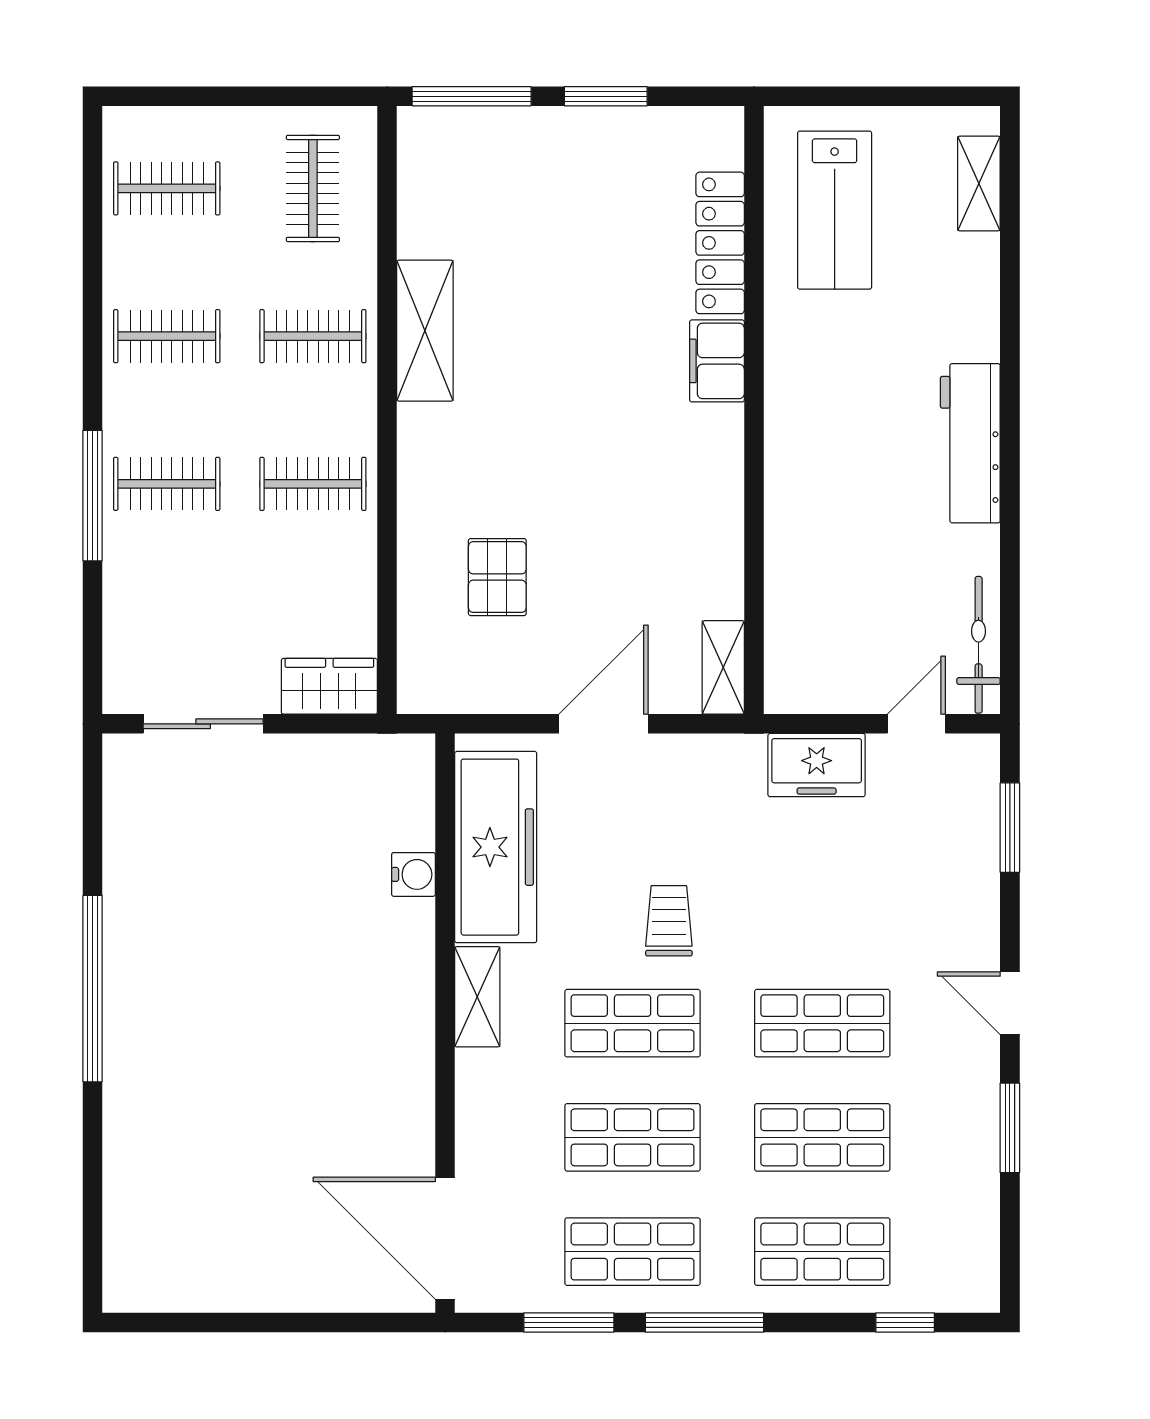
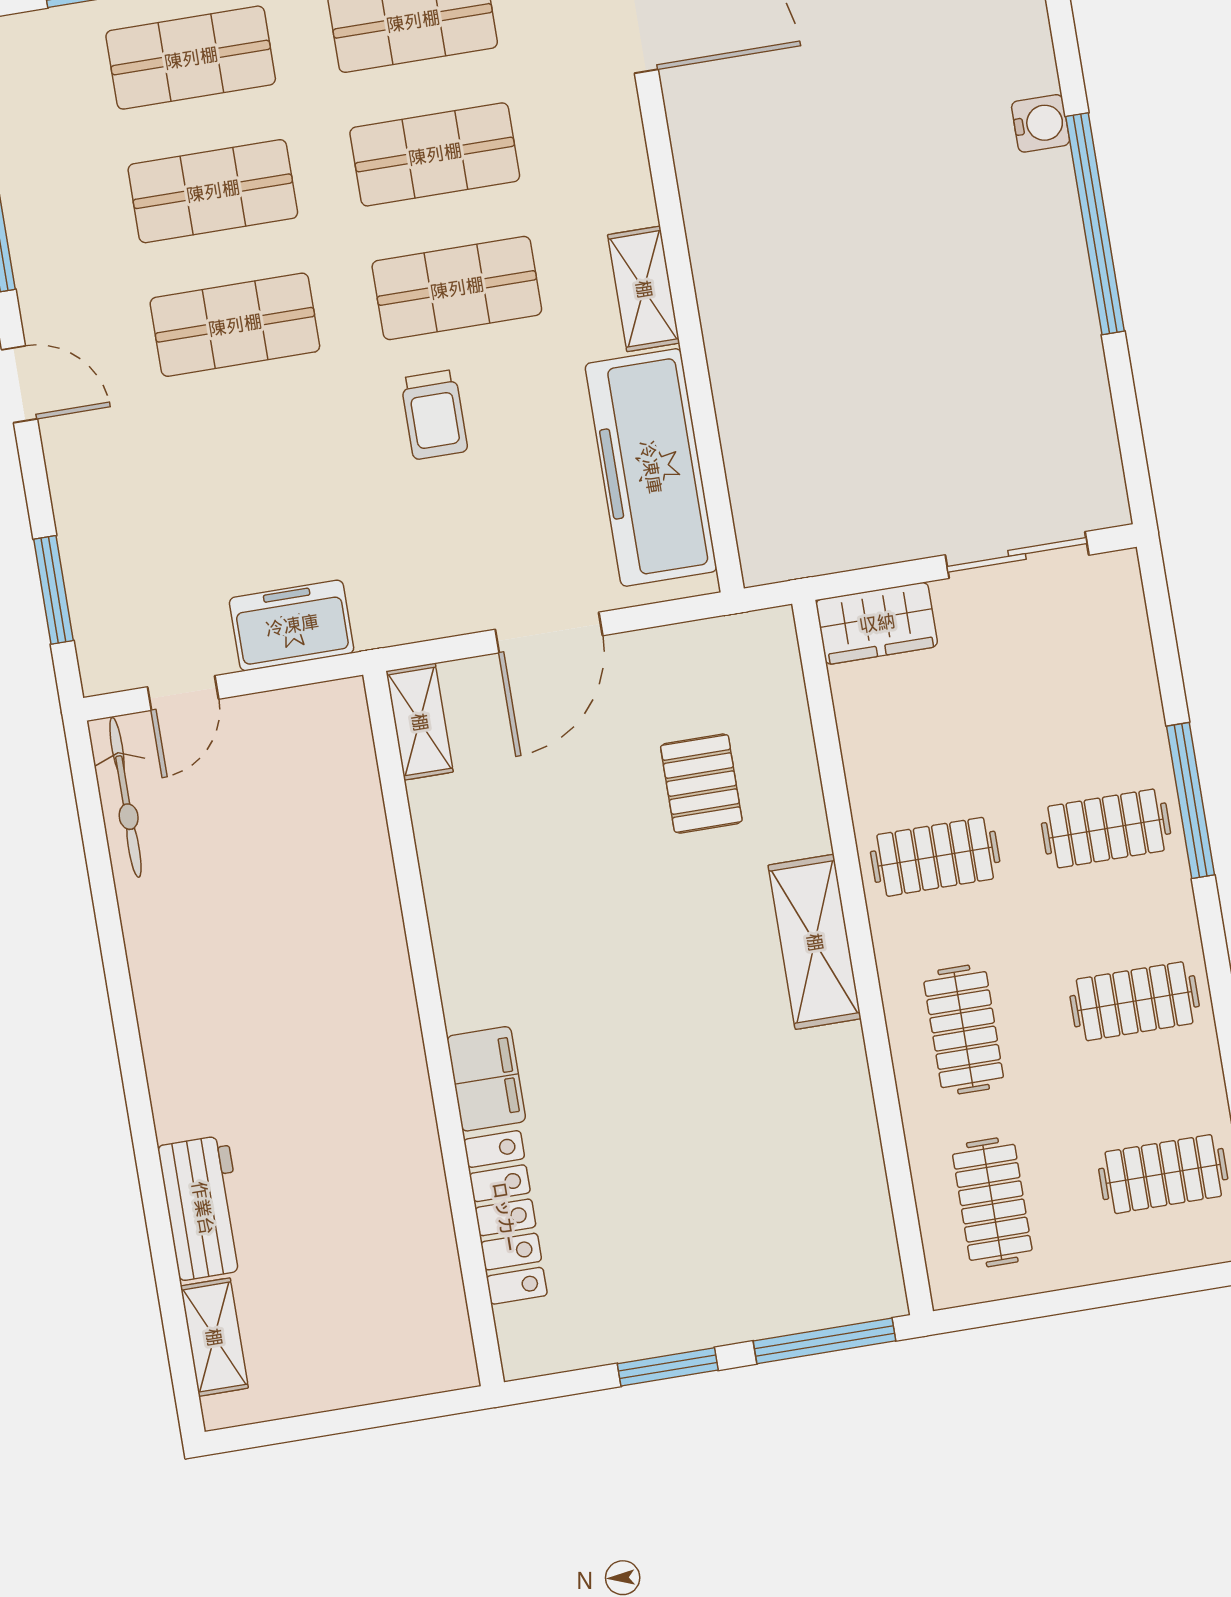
lab bench: (835, 210) -> (378, 1278), removed
shelving: (425, 331) -> (815, 942), moved
clothes rail: (313, 336) -> (964, 1030), turned 90
workbench: (970, 443) -> (203, 1208), moved, width x0.73
water cooler: (413, 874) -> (1041, 123), moved, turned 180

